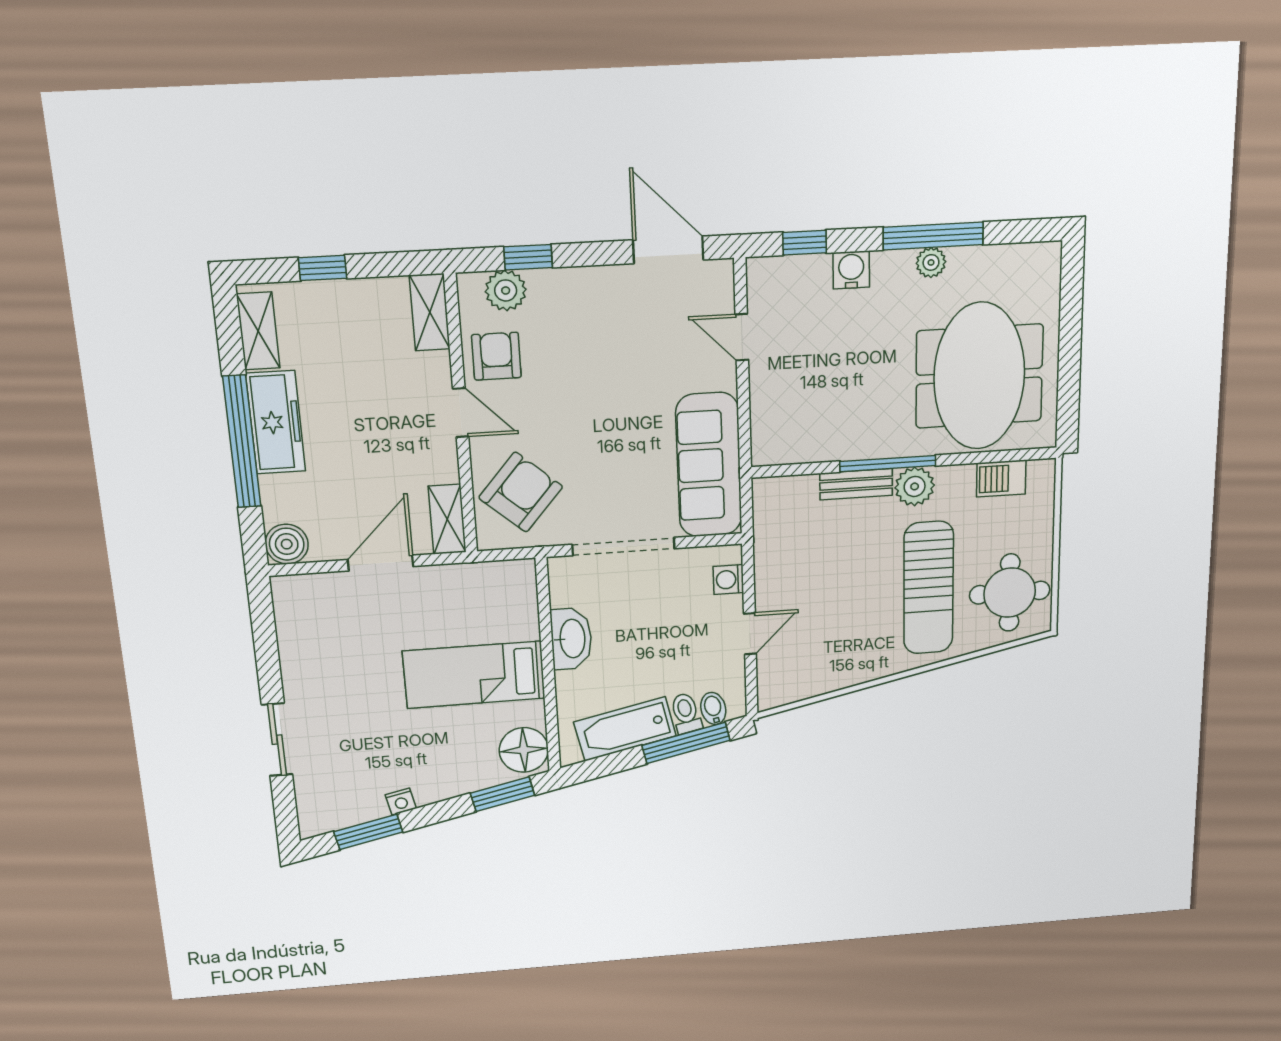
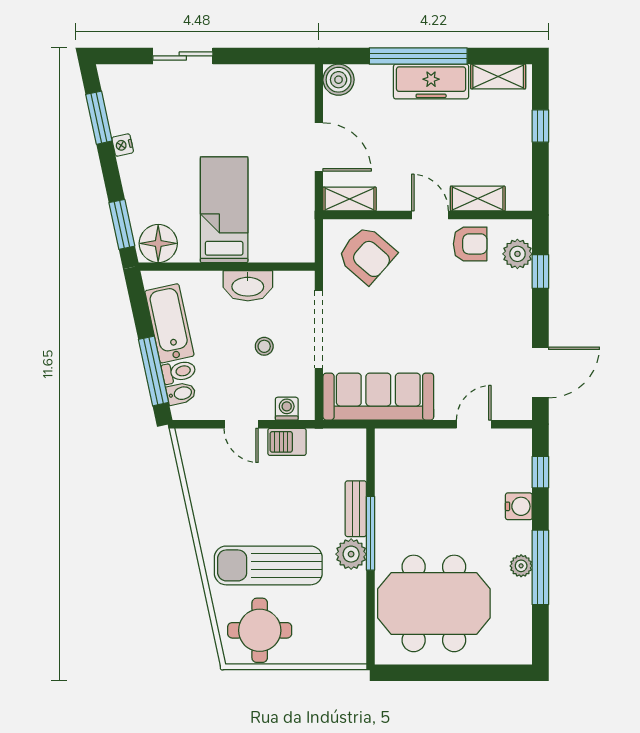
shelving: (430, 312) -> (478, 199), moved
door: (461, 413) -> (430, 215), swing flipped
barbecue: (1001, 479) -> (287, 442), moved, turned -90
stool: (649, 613) -> (264, 346), added

